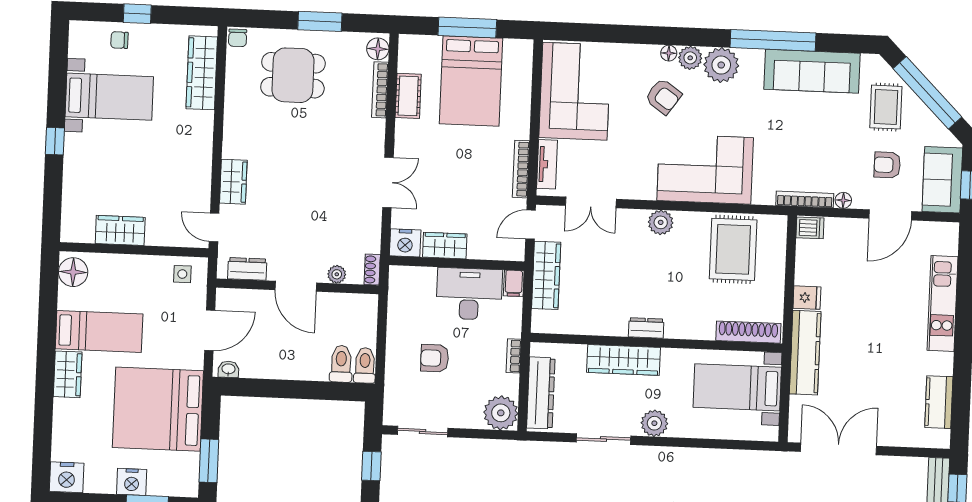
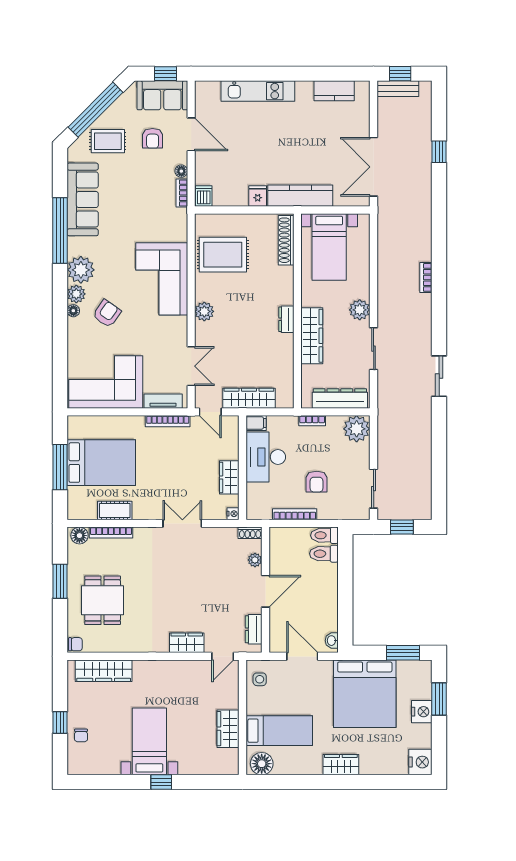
bed with nightstands: (109, 97) -> (149, 741), moved
bookcase: (805, 199) -> (182, 193), width x0.64
nightstand: (405, 243) -> (233, 514), width x0.53, depth x0.56
bookcase: (394, 328) -> (295, 514), added
bed: (99, 331) -> (279, 731), moved, turned 90

